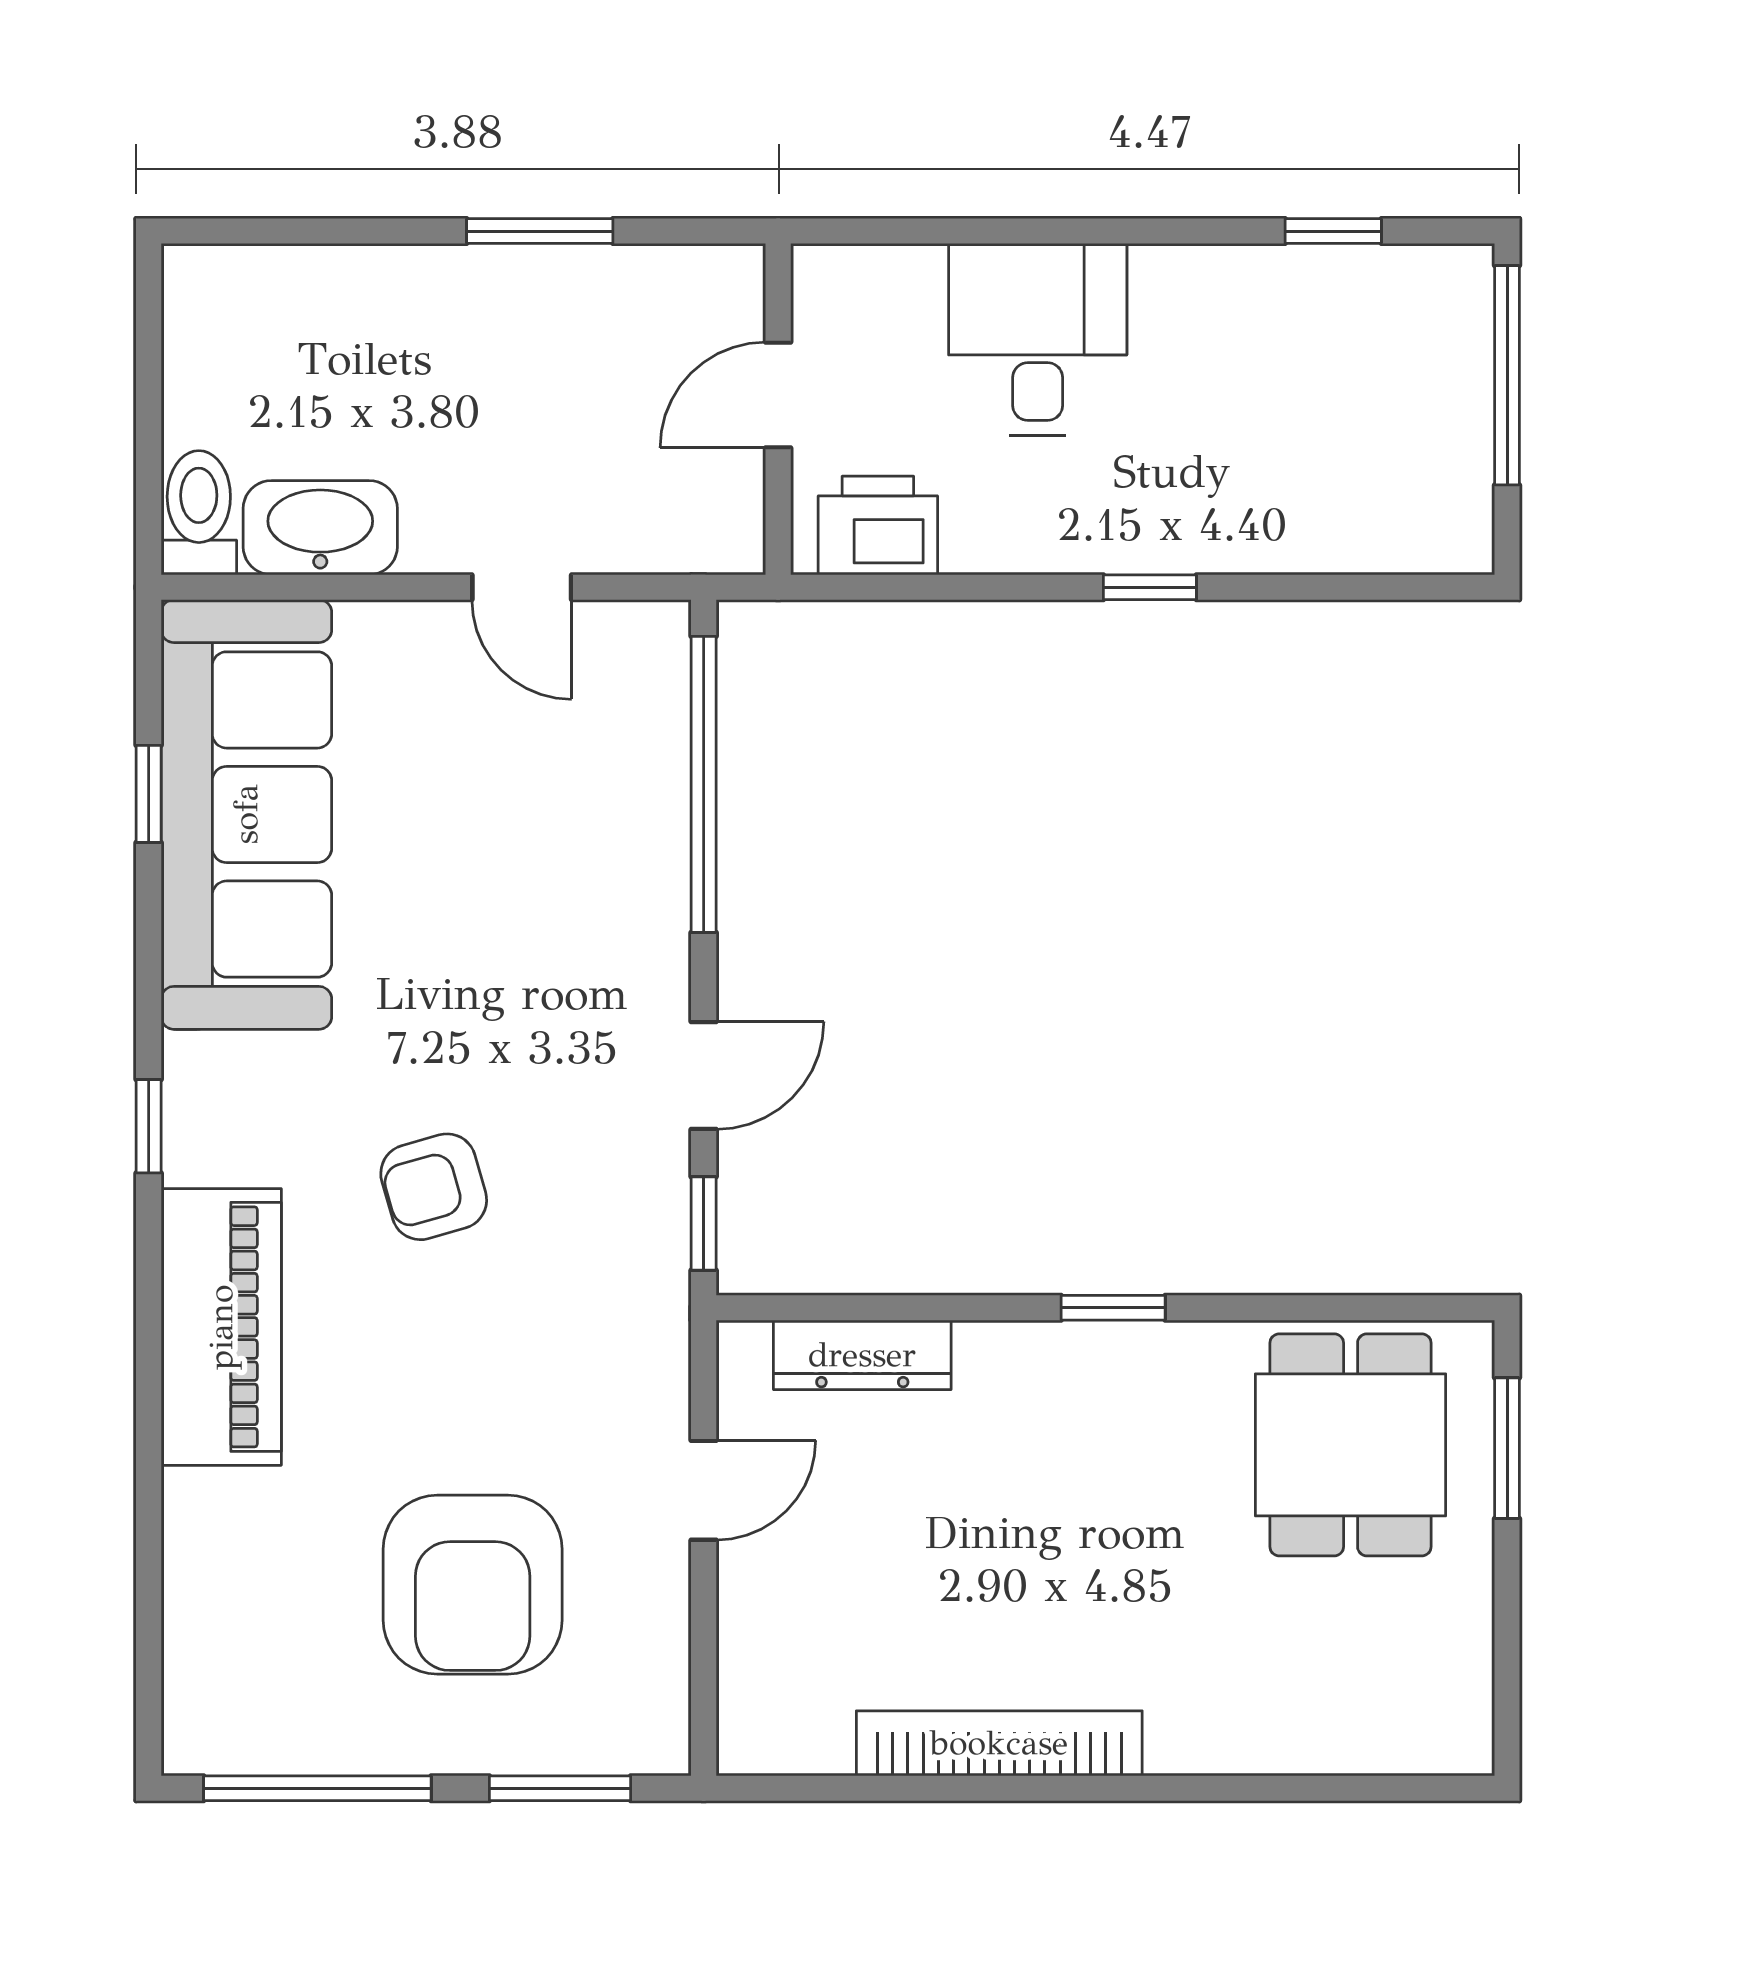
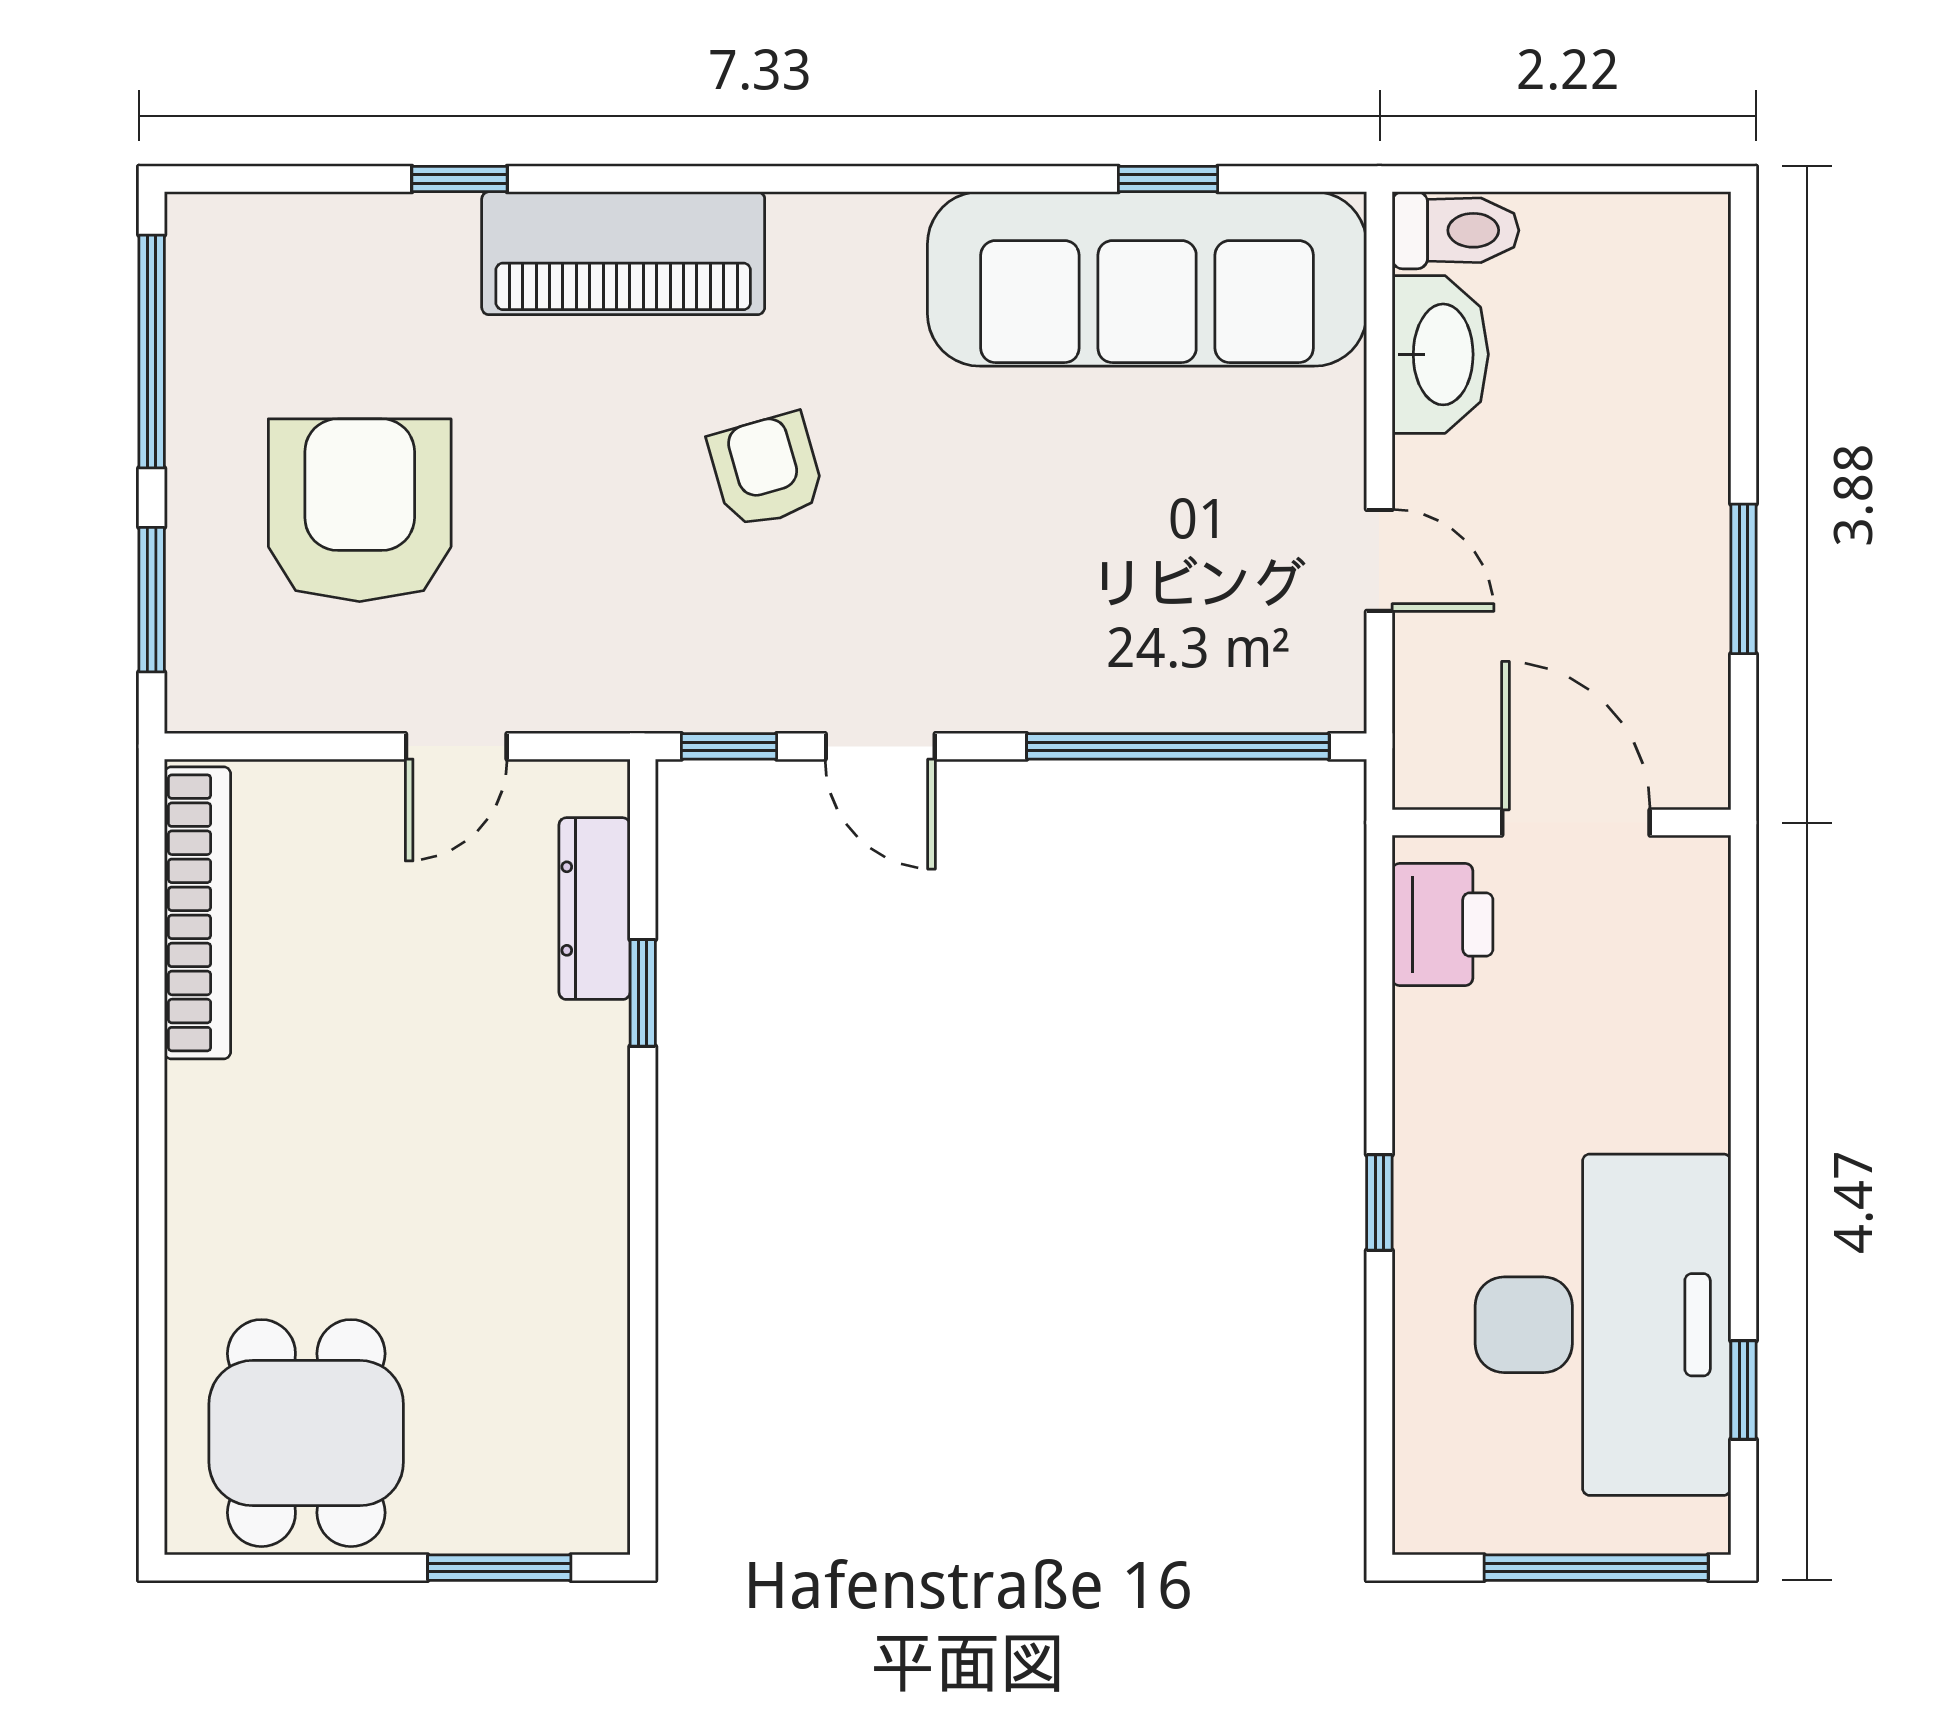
desk: (1038, 340) -> (1603, 1325), moved, width x1.87, depth x1.30
door: (778, 395) -> (1576, 823), width x1.38
door: (522, 587) -> (1379, 560), swing flipped
window: (149, 1126) -> (459, 179), moved
window: (1113, 1308) -> (643, 993), moved
dining table: (1351, 1445) -> (306, 1433), moved, turned 90
door: (704, 1490) -> (456, 746), hinge flipped
armchair: (473, 1585) -> (360, 510), turned 90
bookcase: (999, 1743) -> (197, 913), moved

